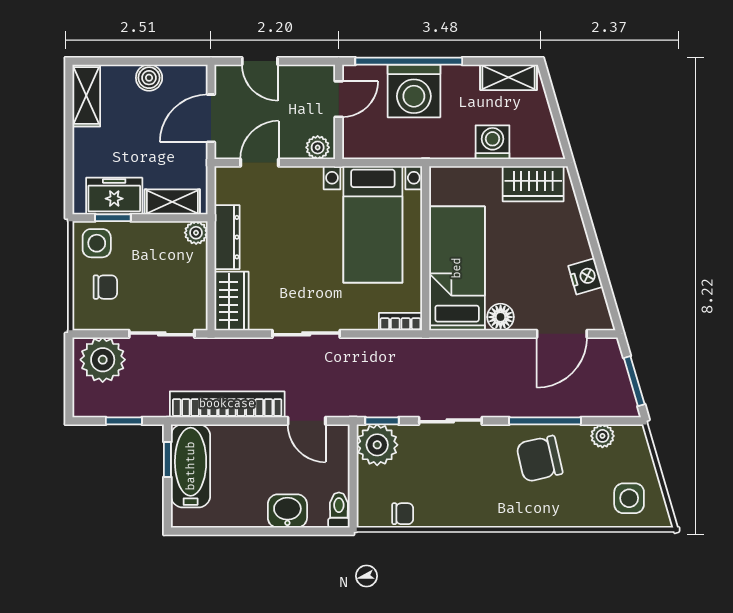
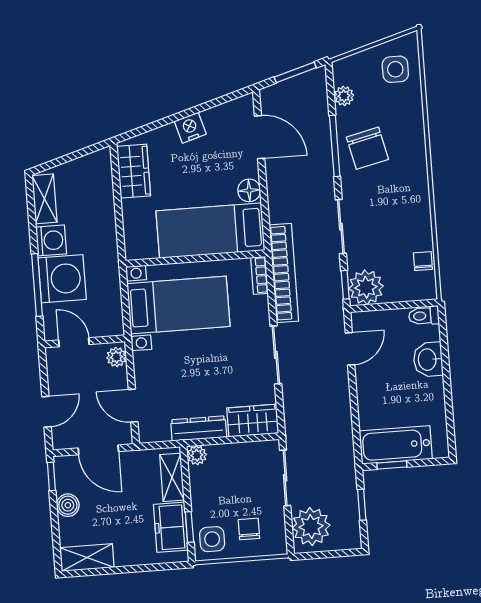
window: (184, 61) -> (51, 476), added
window: (409, 61) -> (37, 285), width x0.68
washing machine: (492, 142) -> (51, 240), moved, turned 180
nightstand: (585, 276) -> (190, 128), moved
bookcase: (227, 404) -> (284, 273), moved, turned 180

